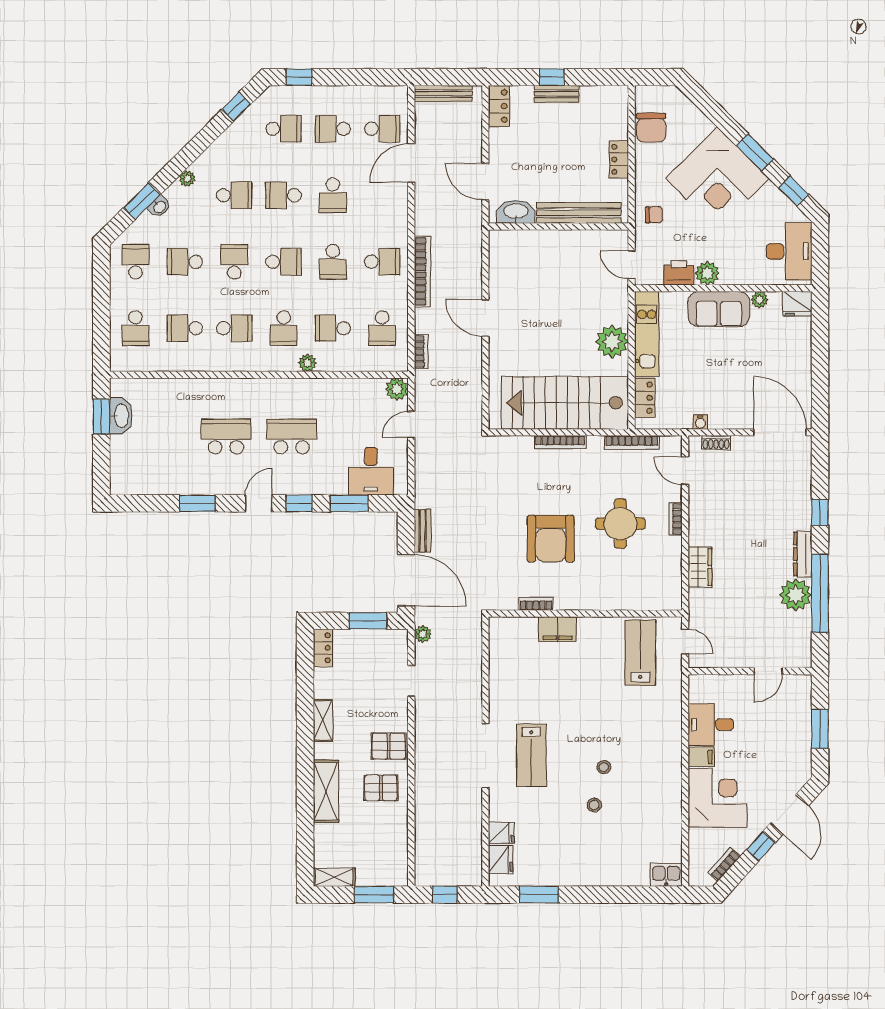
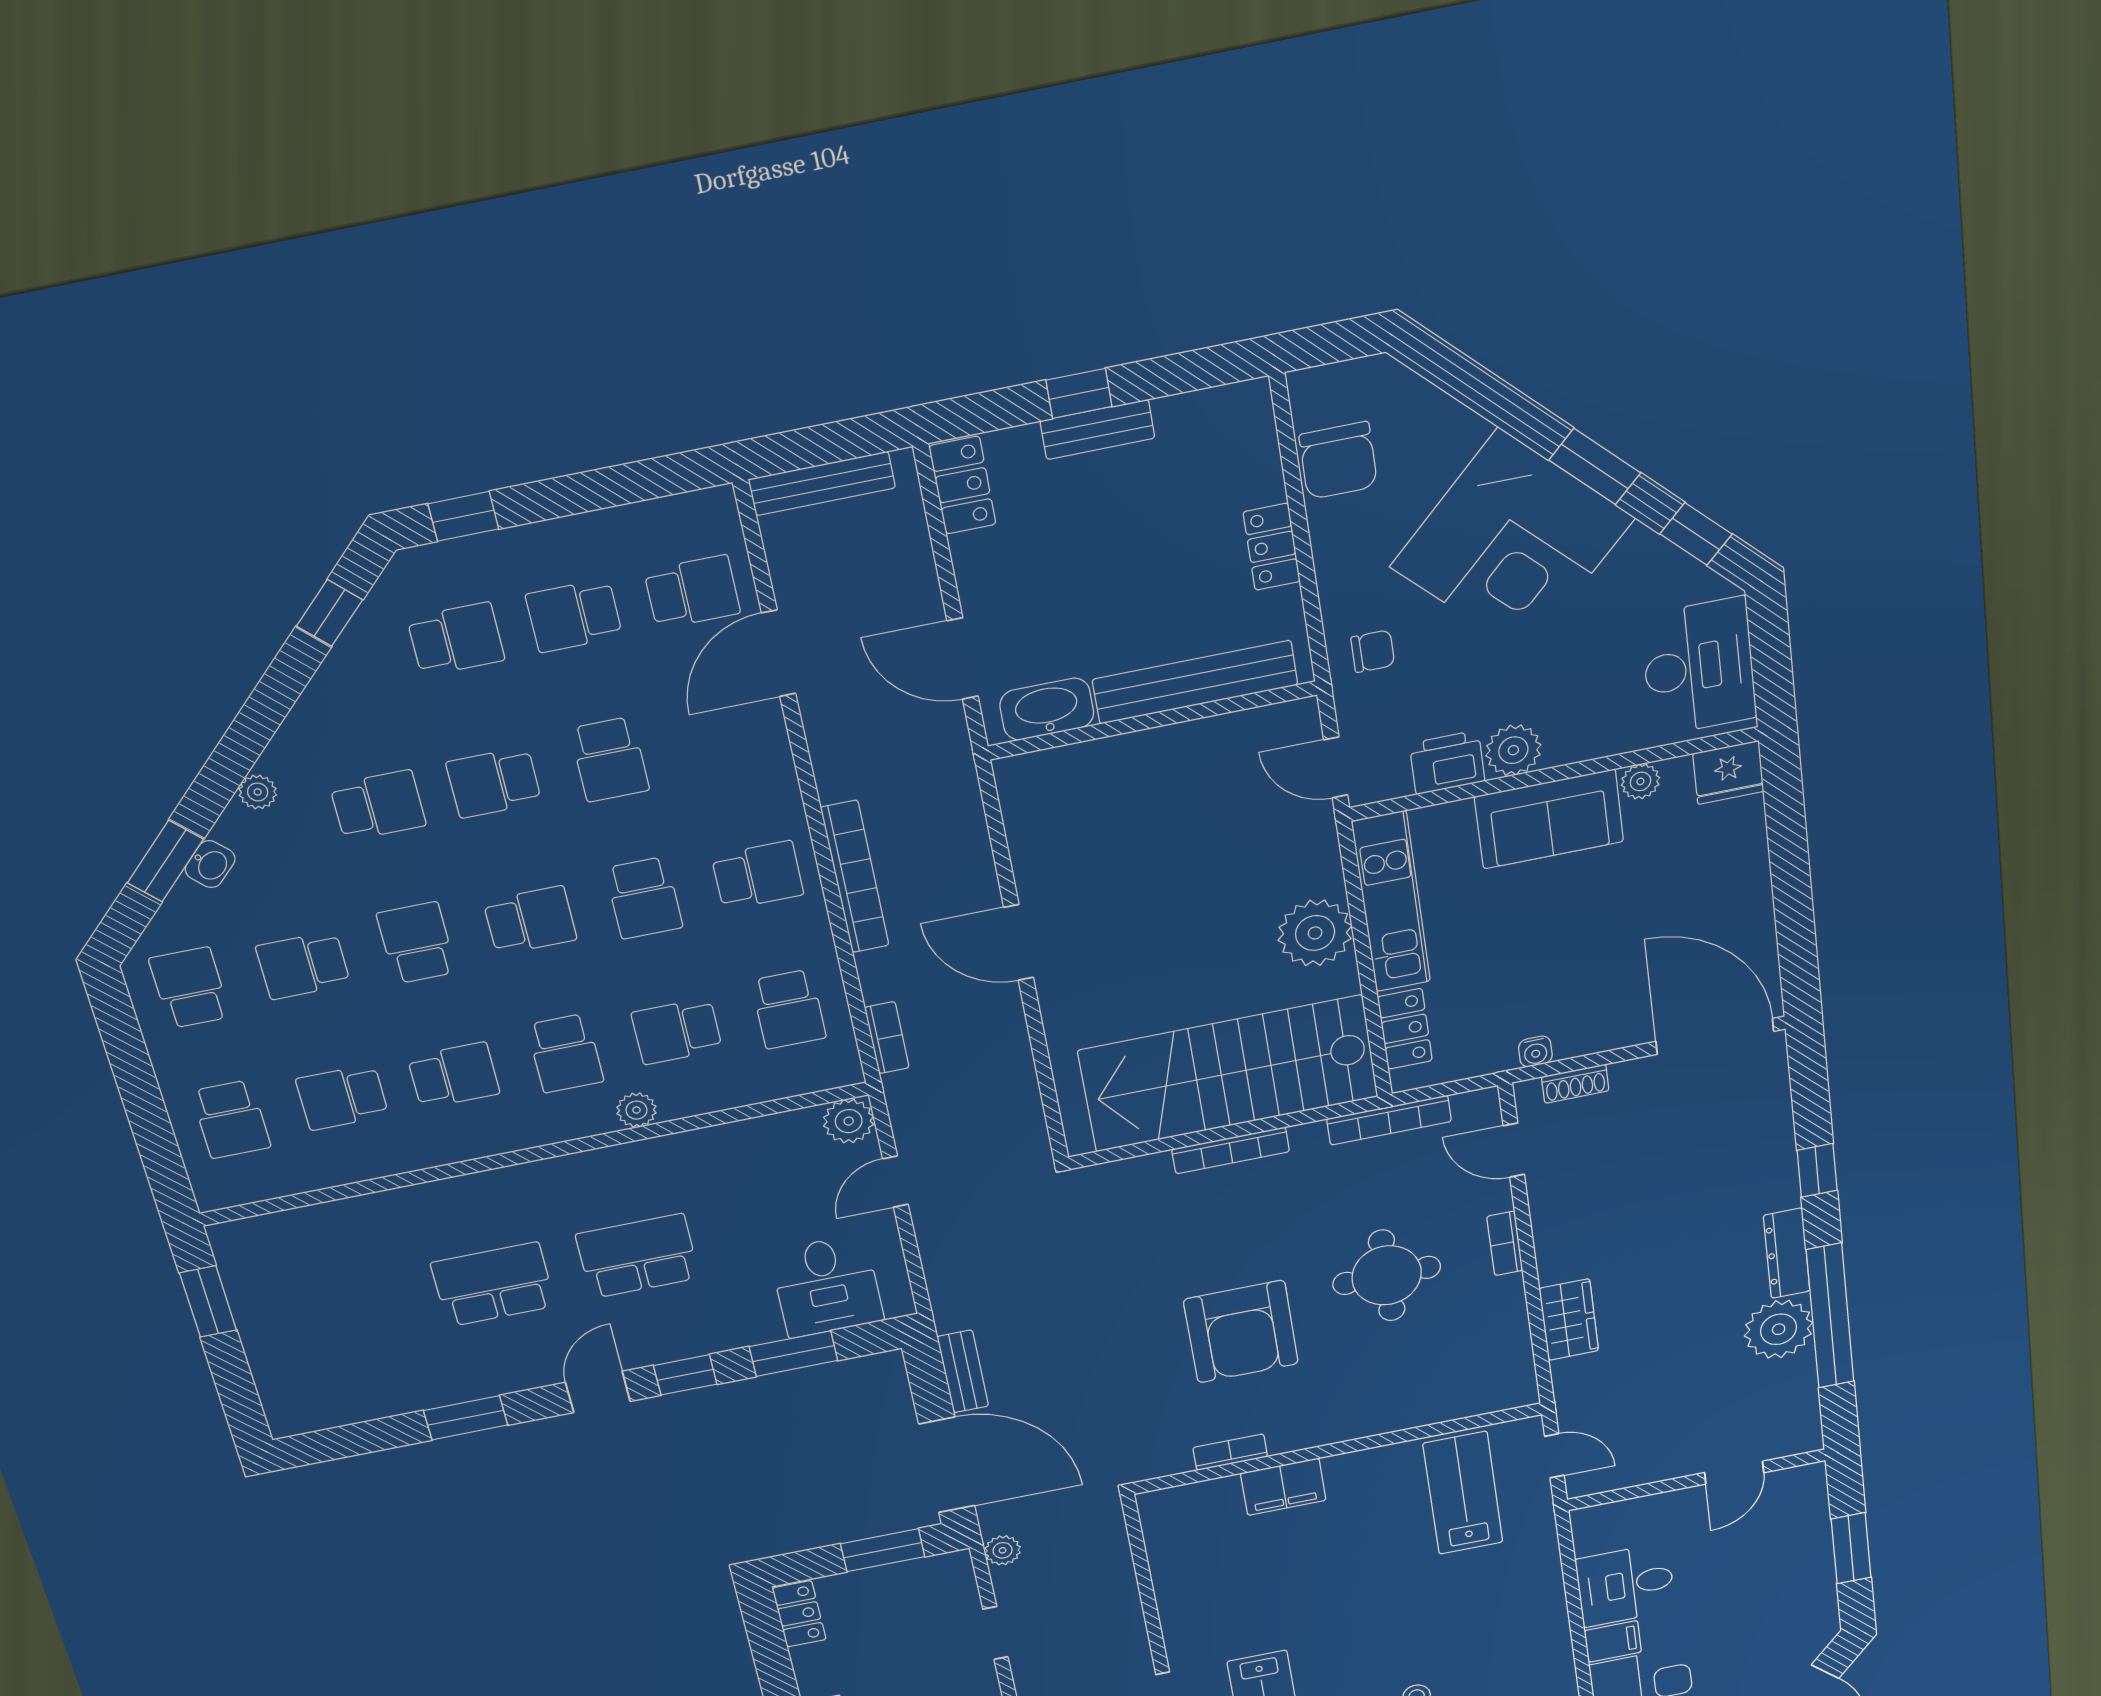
washbasin: (121, 416) -> (251, 1292), removed

